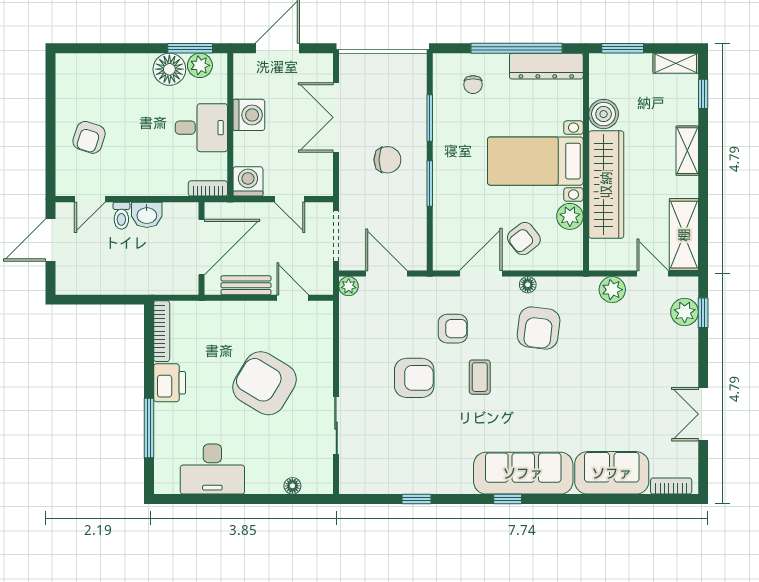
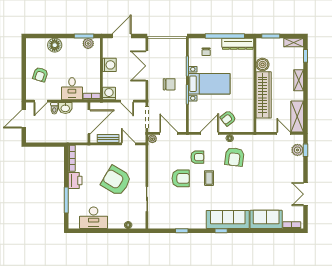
floor lamp: (169, 69) -> (55, 45), moved
desk: (201, 128) -> (72, 89), moved, turned 90
bed with nightstands: (535, 161) -> (209, 84), moved, turned 180
plant: (570, 216) -> (248, 109), removed
plant: (612, 290) -> (266, 140), removed

